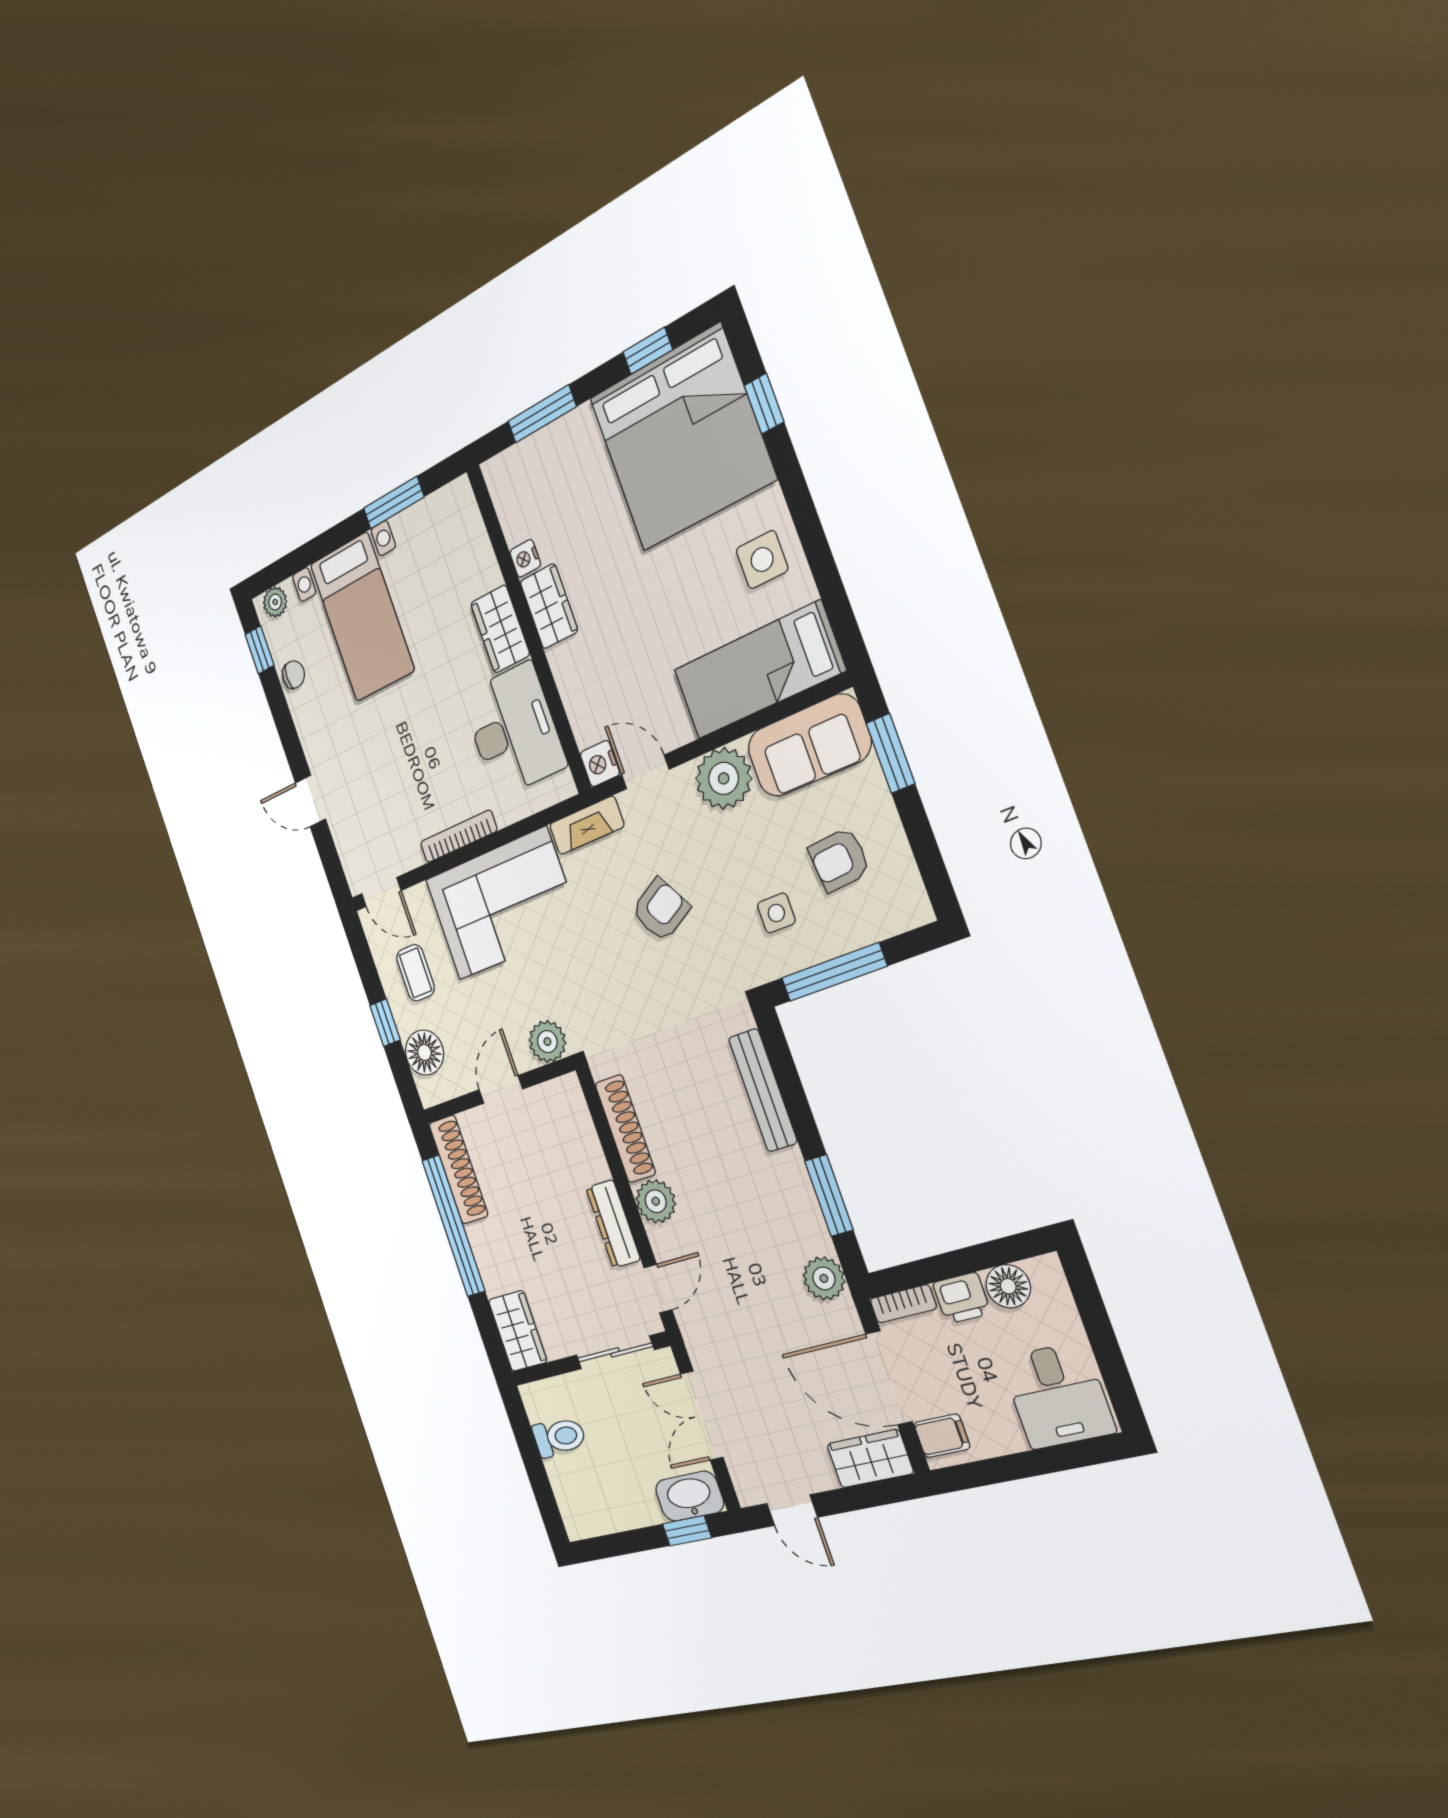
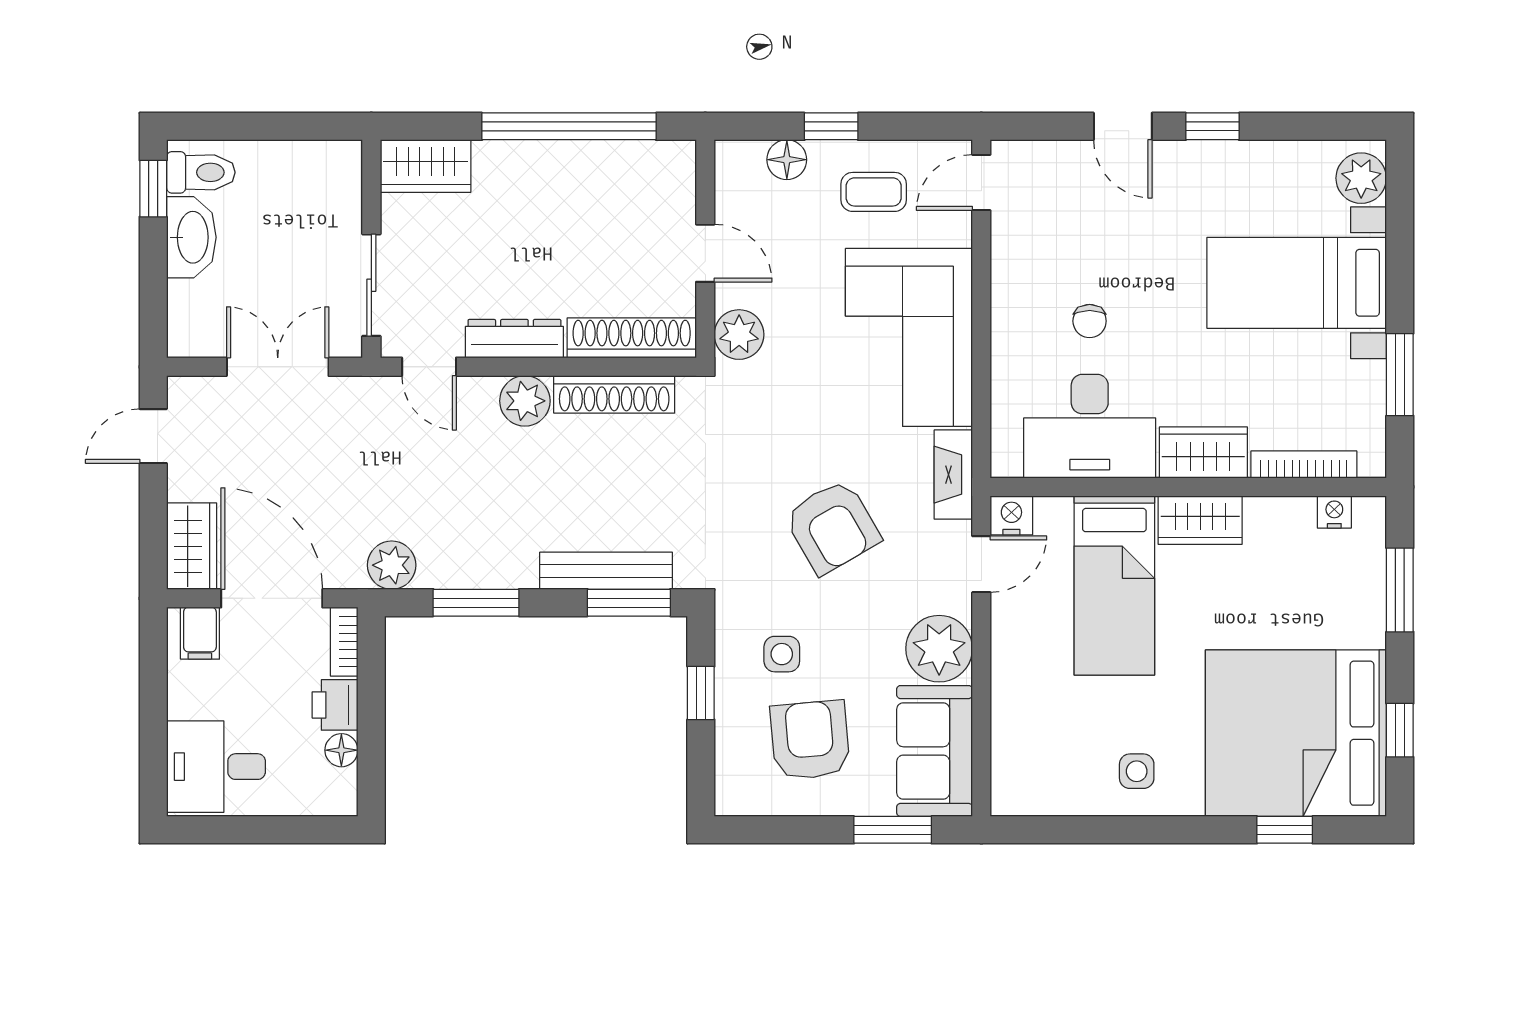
nightstand: (525, 558) -> (1334, 512), moved
side table: (762, 560) -> (1137, 771), width x0.73, depth x0.73
plant: (275, 602) -> (1361, 178), width x1.38, depth x1.38
window: (260, 650) -> (1212, 126), moved
bed: (759, 670) -> (1114, 585), moved, turned 180
chair: (294, 675) -> (1090, 321), moved
door: (310, 801) -> (1123, 126), swing flipped
bookcase: (459, 836) -> (1304, 465), moved, turned -90
armchair: (839, 860) -> (810, 740), width x1.38, depth x1.38
armchair: (661, 910) -> (832, 527), width x1.38, depth x1.38
window: (834, 972) -> (701, 693), width x0.46
floor lamp: (424, 1053) -> (787, 160), width x0.73, depth x0.73
window: (782, 1062) -> (629, 603), added
shoe rack: (458, 1169) -> (632, 338), moved, turned 180
floor lamp: (1008, 1286) -> (341, 750), width x0.73, depth x0.73
door: (889, 1378) -> (272, 598), hinge flipped
toilet: (559, 1437) -> (201, 172), moved, turned -90
washbasin: (690, 1496) -> (191, 237), moved
window: (687, 1531) -> (153, 189), moved

